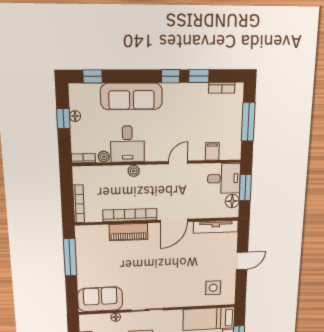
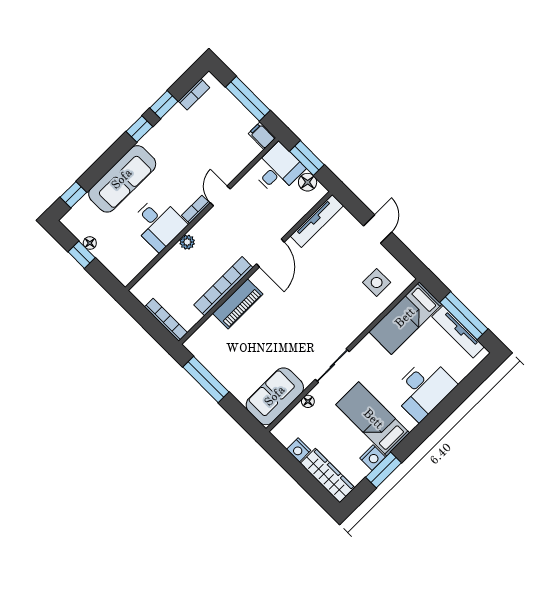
filing cabinet: (212, 151) -> (262, 136), moved
plant: (104, 157) -> (148, 255), removed
bookcase: (83, 158) -> (196, 209), moved

